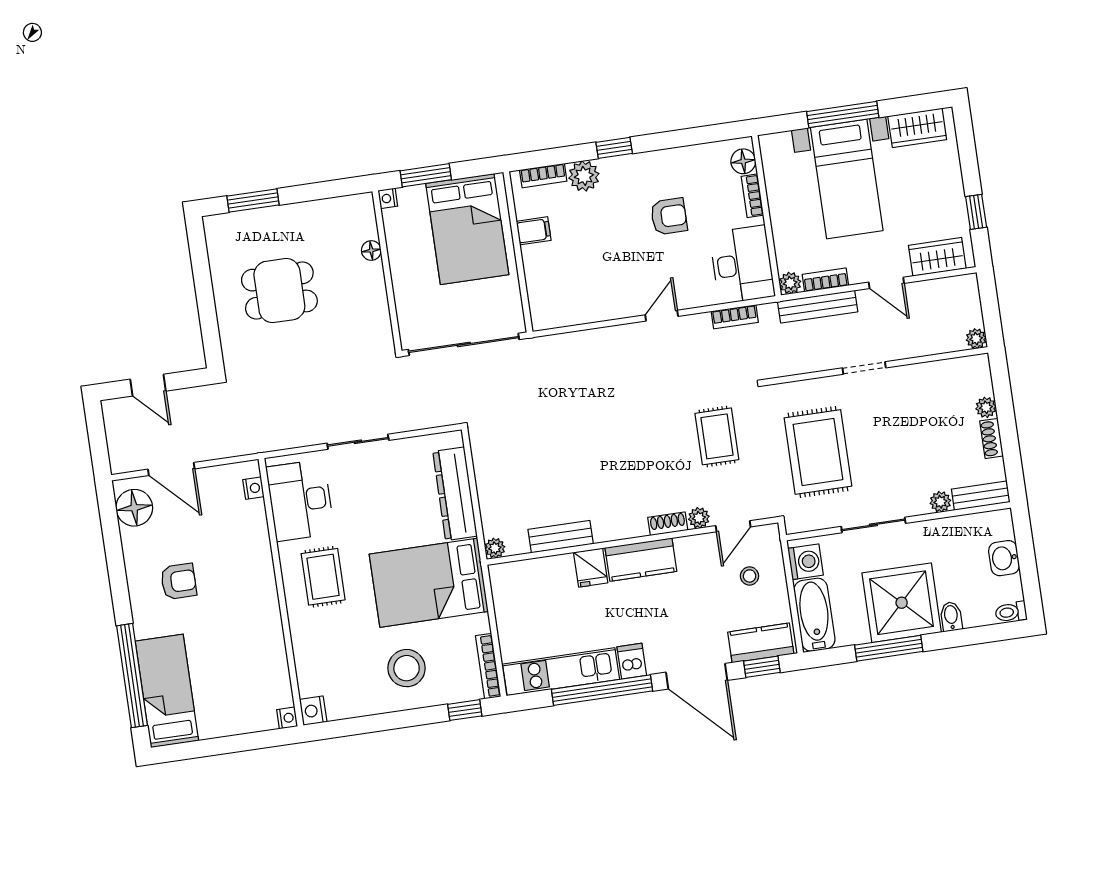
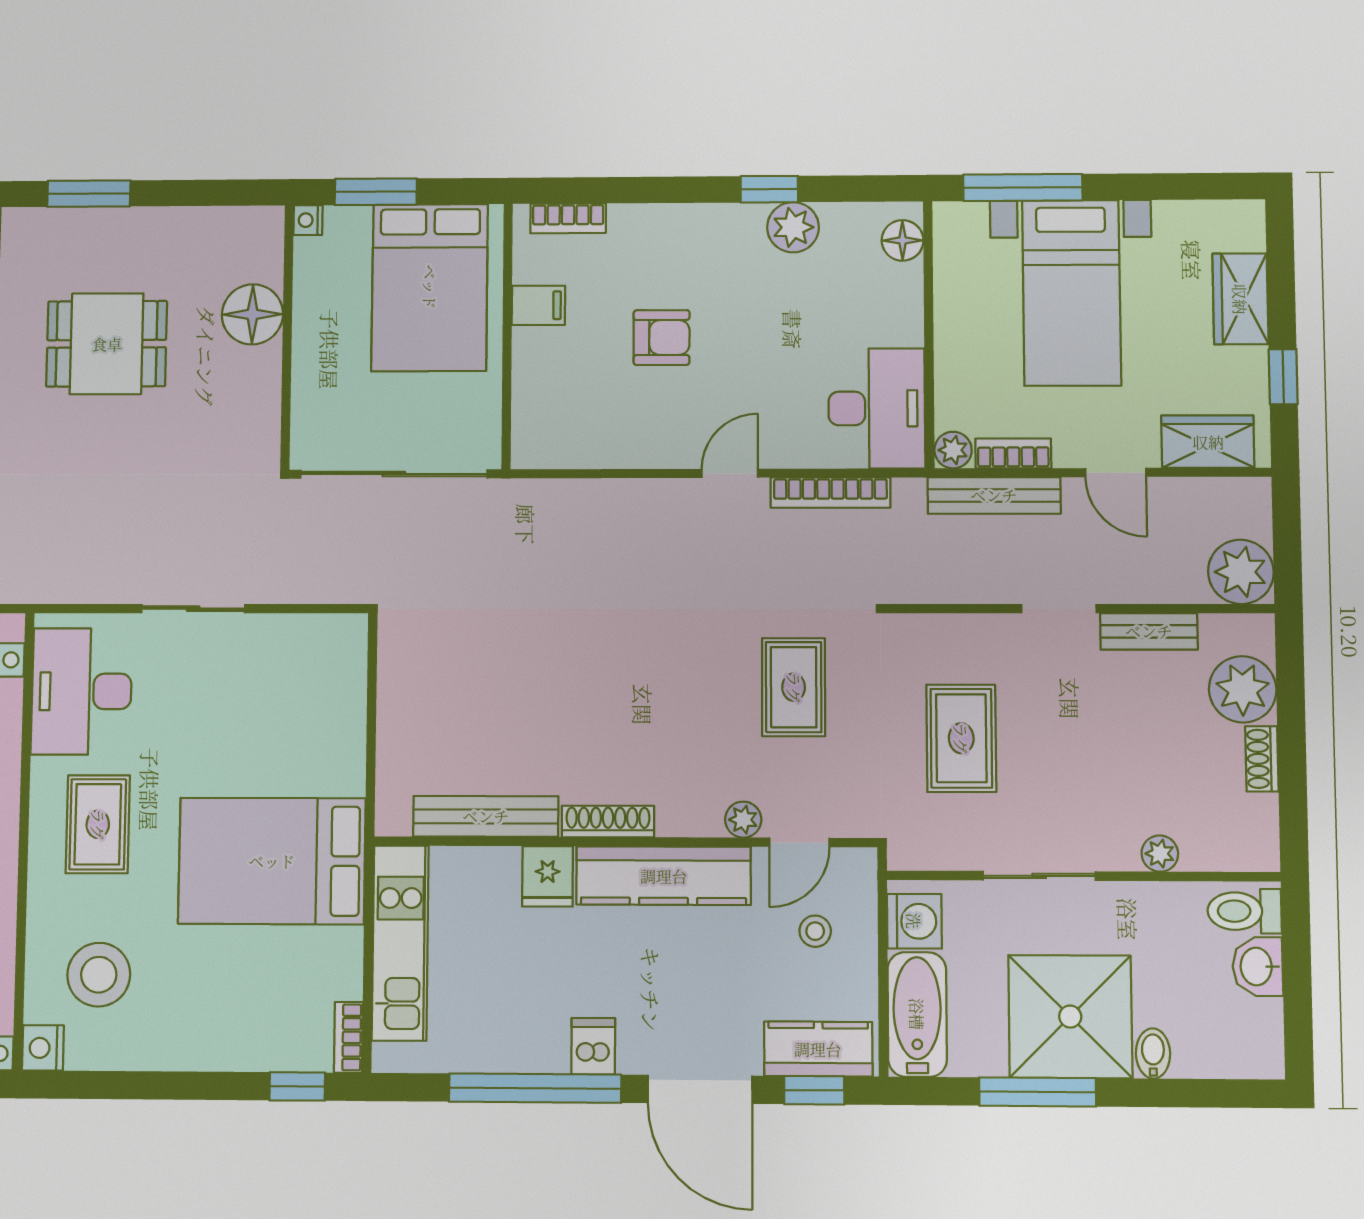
window: (843, 114) -> (1023, 188), moved
wardrobe: (917, 128) -> (1240, 299), moved, turned 90
window: (614, 148) -> (769, 189), moved
plant: (584, 176) -> (793, 227), moved
bookcase: (752, 196) -> (910, 298), removed
armchair: (669, 216) -> (662, 338), moved
floor lamp: (371, 250) -> (252, 314), width x1.89, depth x1.89
bookcase: (735, 317) -> (830, 493), width x1.56
plant: (976, 339) -> (1241, 572), width x1.87, depth x1.87
plant: (986, 407) -> (1243, 689), width x1.87, depth x1.87
rug: (818, 452) -> (961, 738), width x0.73, depth x0.70
dresser: (455, 494) -> (340, 718), removed
bench: (981, 496) -> (1149, 631), moved
shoe rack: (668, 524) -> (608, 821), moved, width x1.43
bench: (561, 537) -> (486, 816), width x1.36
plant: (495, 548) -> (392, 819), removed
kitchen counter: (641, 560) -> (664, 876), width x1.50
toilet: (1011, 612) -> (1244, 911), moved, width x1.37, depth x1.39
bookcase: (488, 666) -> (348, 1037), width x0.64
stool: (407, 668) -> (99, 975), moved
kitchen unit: (561, 672) -> (400, 943), moved, turned 90

